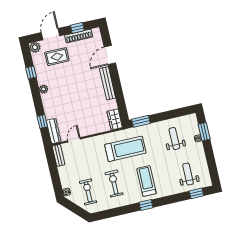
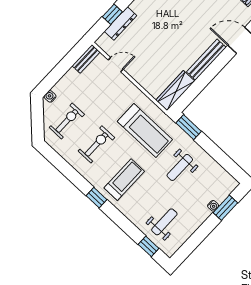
wardrobe: (115, 119) -> (175, 91), width x1.50
dresser: (54, 131) -> (121, 23), moved
weight bench: (174, 139) -> (180, 167), moved, turned 180

